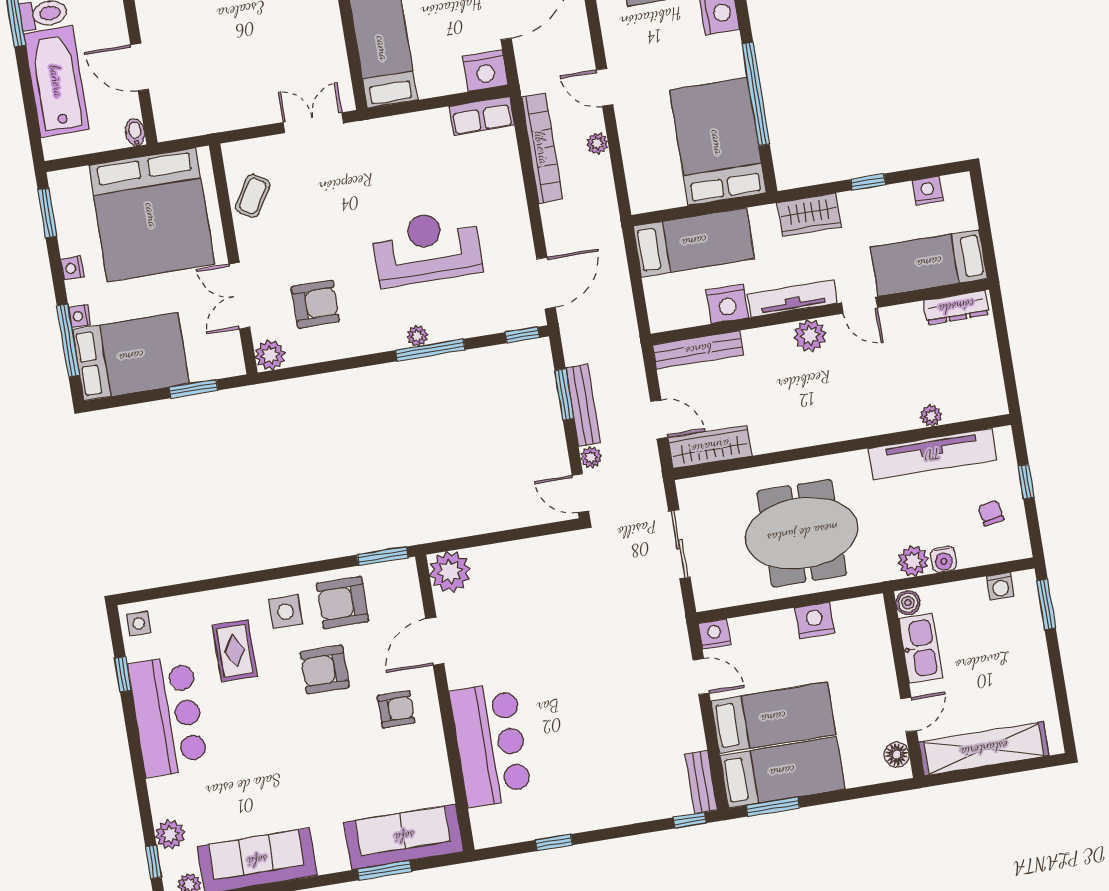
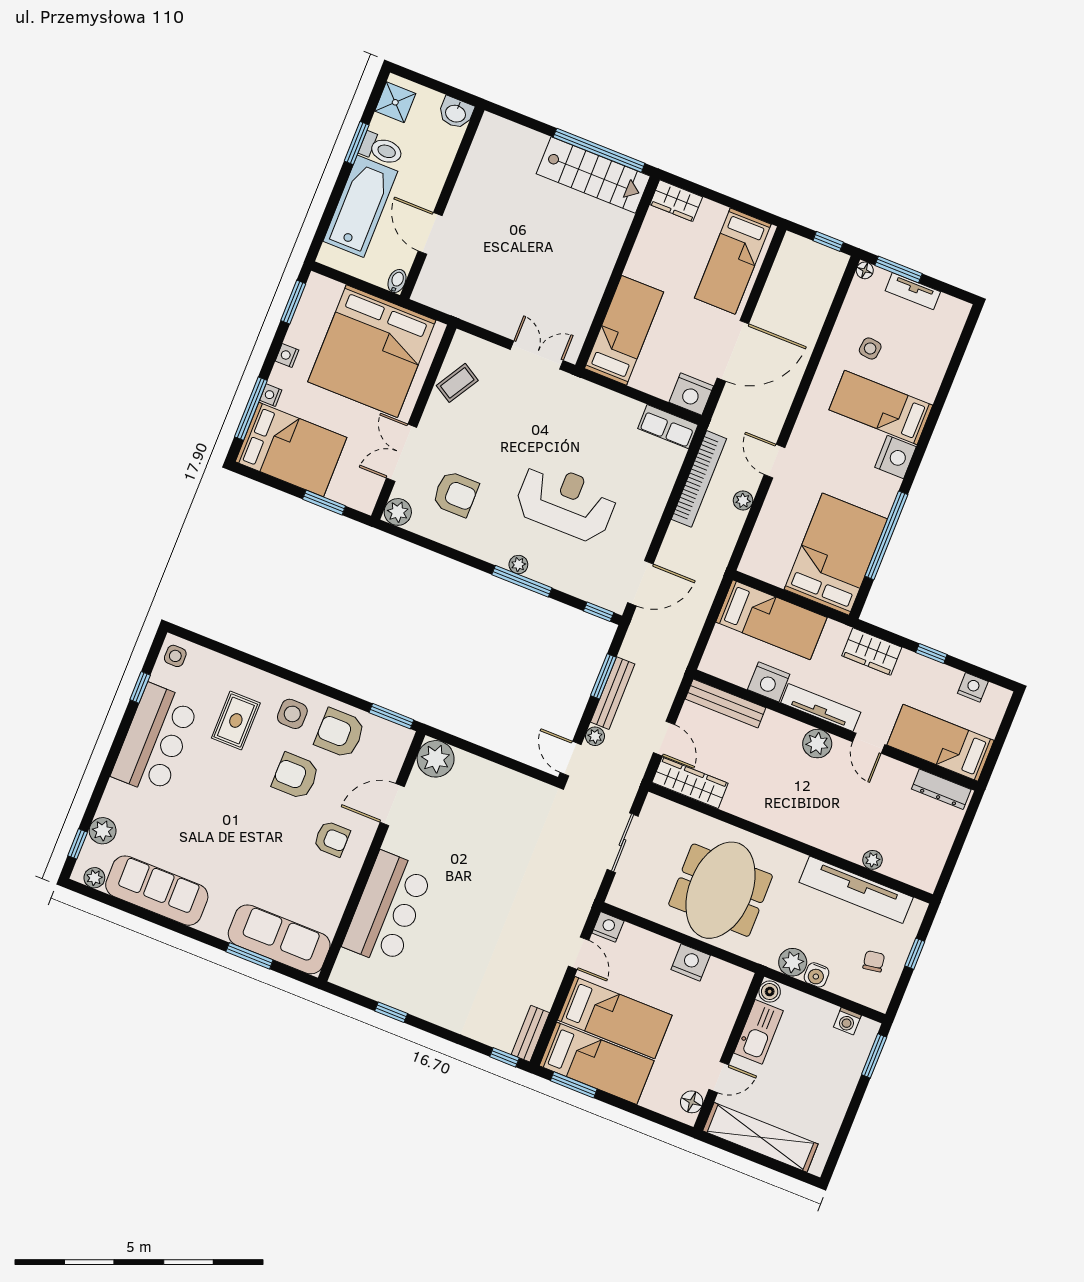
meeting table: (802, 533) -> (721, 890), turned 90

